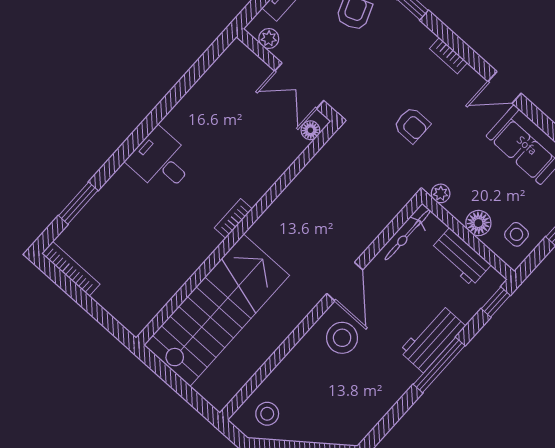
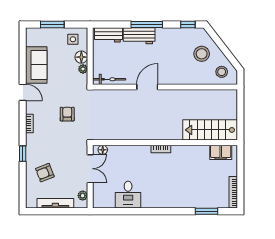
desk: (161, 161) -> (128, 195), moved
plant: (441, 193) -> (83, 69), moved
workbench: (461, 257) -> (108, 35), moved, turned 90
window: (496, 302) -> (188, 25), moved
filing cabinet: (148, 304) -> (221, 152), added
stairs: (217, 310) -> (210, 130), width x0.73, depth x0.66
stool: (342, 338) -> (202, 54), moved

